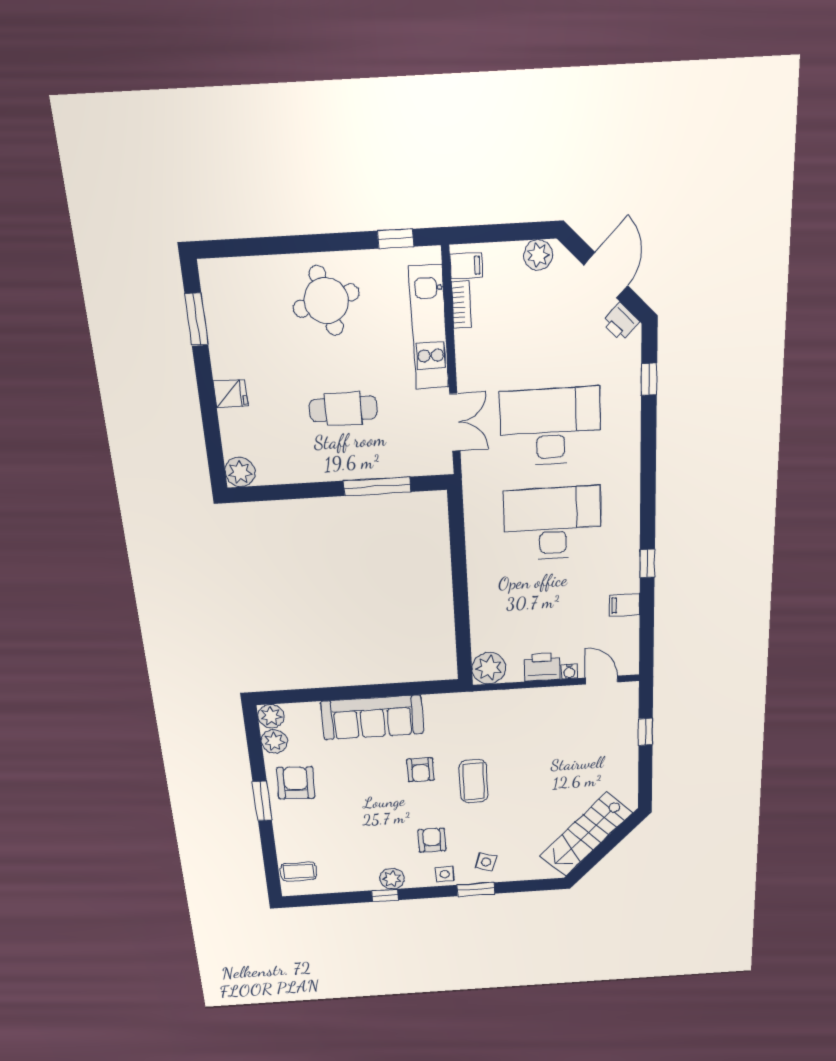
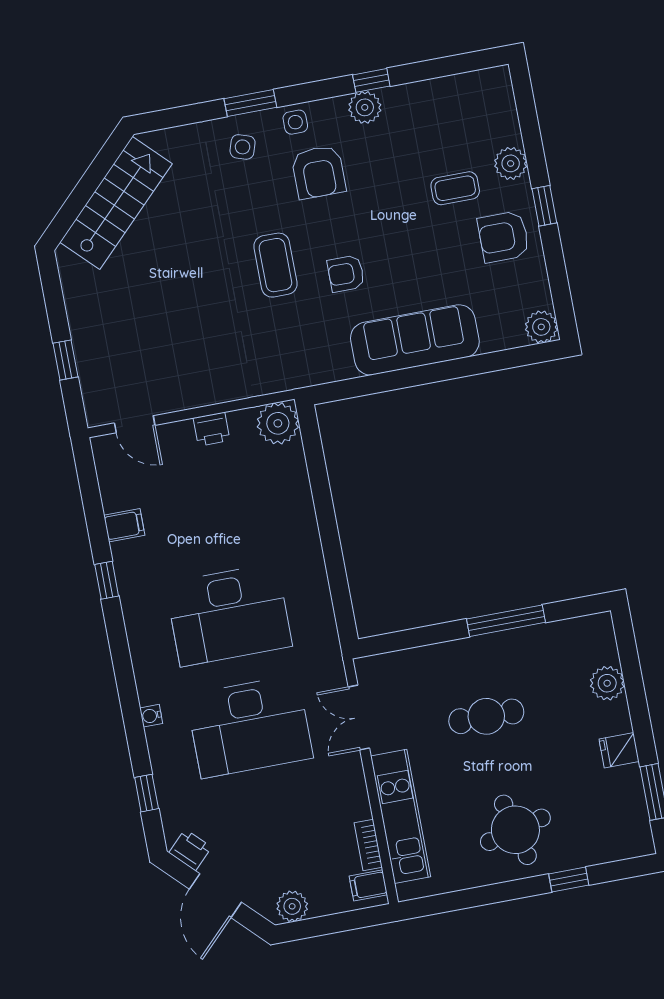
window: (396, 239) -> (569, 880), moved
fridge: (231, 394) -> (619, 750), moved
plant: (240, 472) -> (607, 683), moved
window: (377, 486) -> (506, 621), moved
printer: (542, 667) -> (212, 429), width x0.73, depth x0.81
water cooler: (569, 671) -> (151, 716), moved, turned -90
plant: (274, 741) -> (511, 163), moved
armchair: (420, 770) -> (346, 274), turned -90
armchair: (296, 783) -> (503, 237), turned 87
window: (262, 801) -> (544, 206), width x0.67
armchair: (432, 840) -> (319, 172), width x1.38, depth x1.38
coffee table: (299, 872) -> (455, 188), moved

